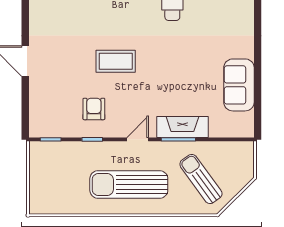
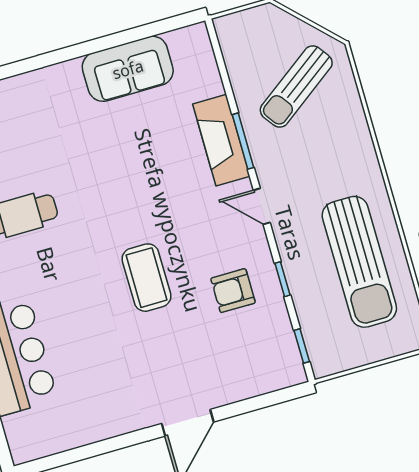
sun lounger: (129, 184) -> (359, 262), moved

